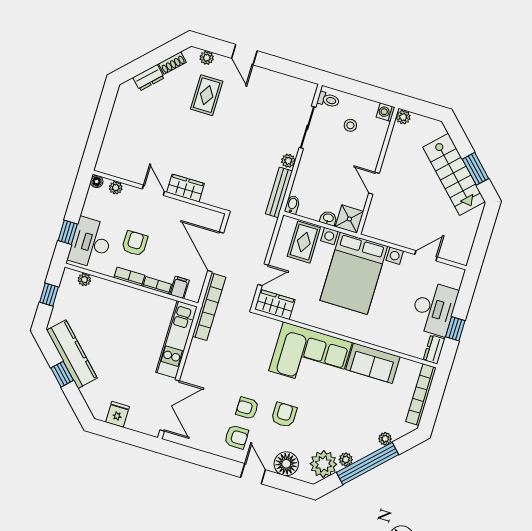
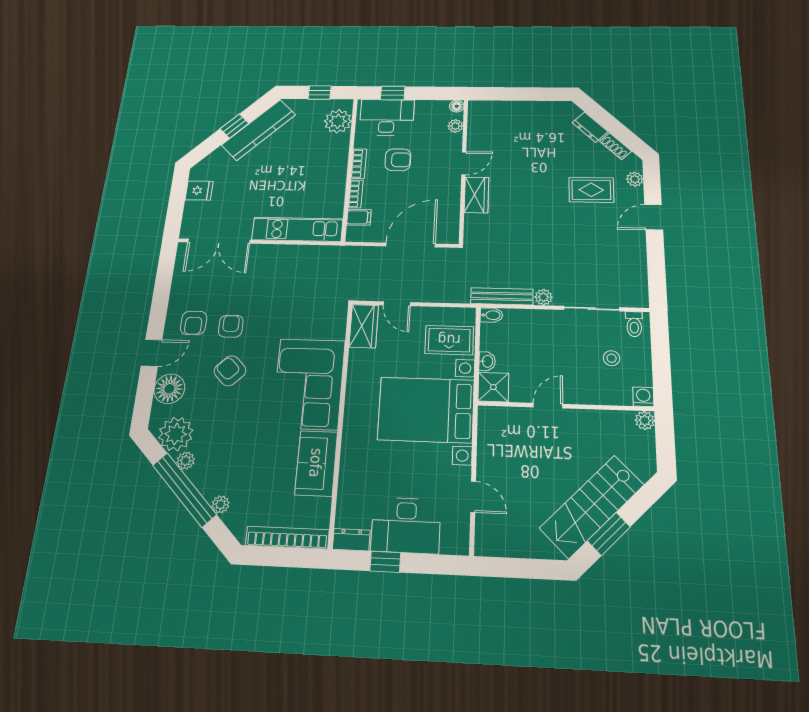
plant: (84, 280) -> (338, 121), width x1.88, depth x1.88
bookcase: (209, 307) -> (344, 254), removed
armchair: (284, 415) -> (230, 371), turned -135

